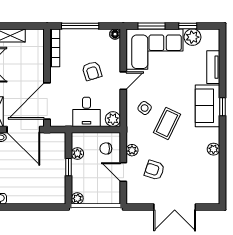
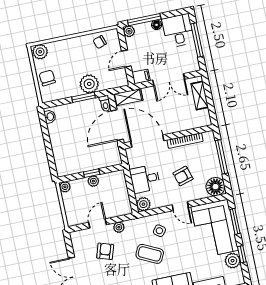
floor lamp: (115, 34) -> (215, 187), width x1.89, depth x1.89
bookcase: (55, 48) -> (185, 141), moved
chair: (106, 149) -> (115, 203), removed
plant: (77, 153) -> (93, 181), moved

